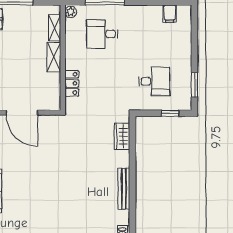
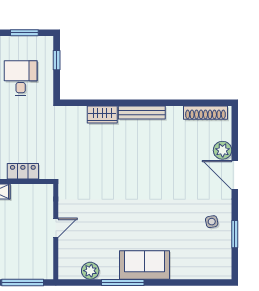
door: (22, 113) -> (56, 228), width x0.53
wardrobe: (122, 136) -> (102, 115), moved

